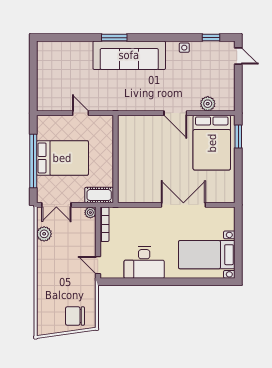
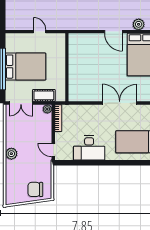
cot: (99, 195) -> (44, 95), moved
plant: (44, 234) -> (11, 154), moved

